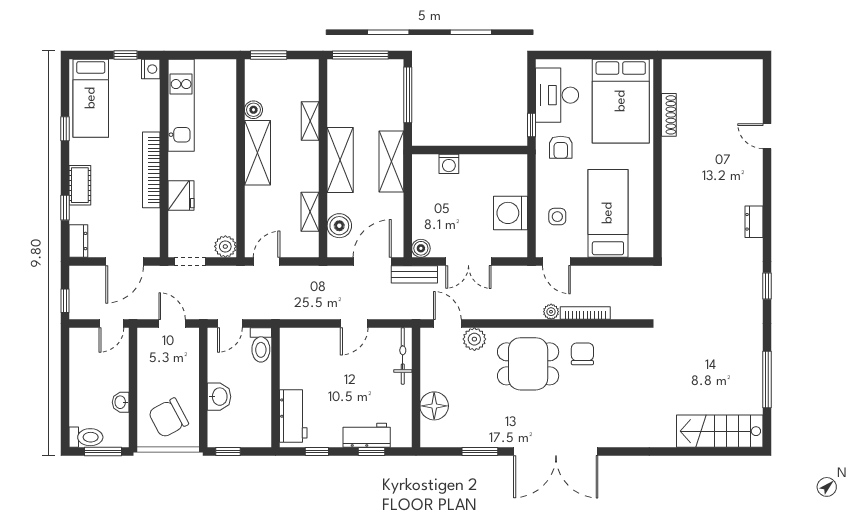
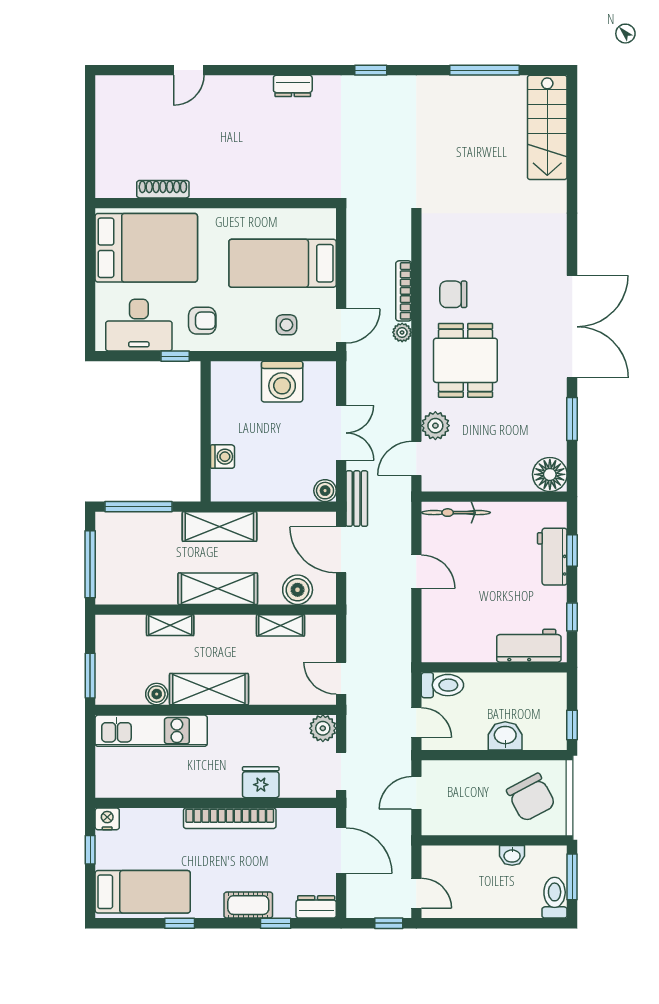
kitchen unit: (181, 105) -> (151, 731), moved, turned 180
door: (111, 324) -> (416, 893), moved
floor lamp: (434, 406) -> (550, 474), moved

